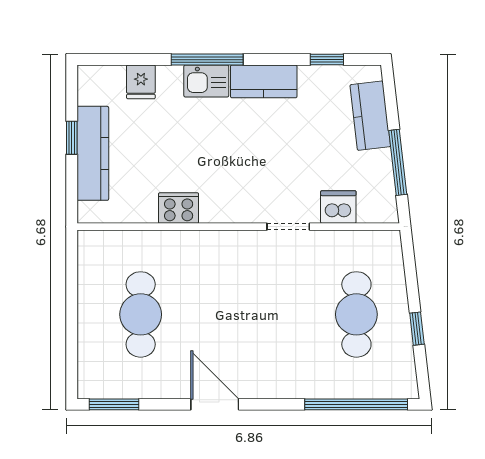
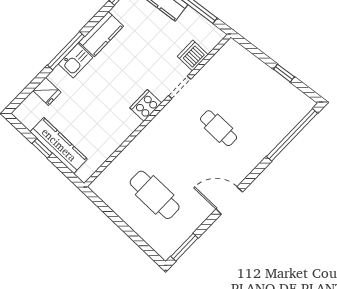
cooker: (179, 208) -> (146, 105), moved
cafe table: (356, 314) -> (219, 128), moved, width x0.73, depth x0.74

